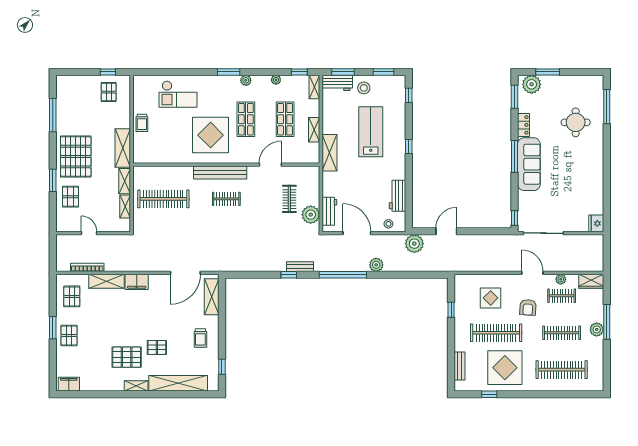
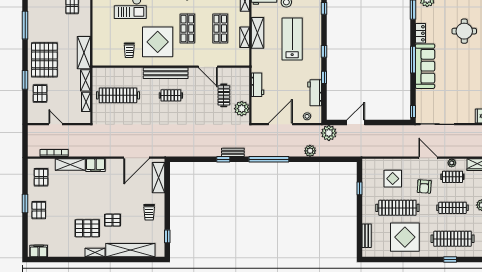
trolley: (142, 123) -> (129, 50), moved
shelving: (330, 153) -> (258, 33), moved
door: (270, 165) -> (208, 67), swing flipped
window: (409, 177) -> (324, 77), added
workbench: (329, 211) -> (257, 85), moved
door: (357, 233) -> (281, 124), hinge flipped
plant: (376, 265) -> (310, 151), moved
window: (489, 394) -> (450, 260), moved

